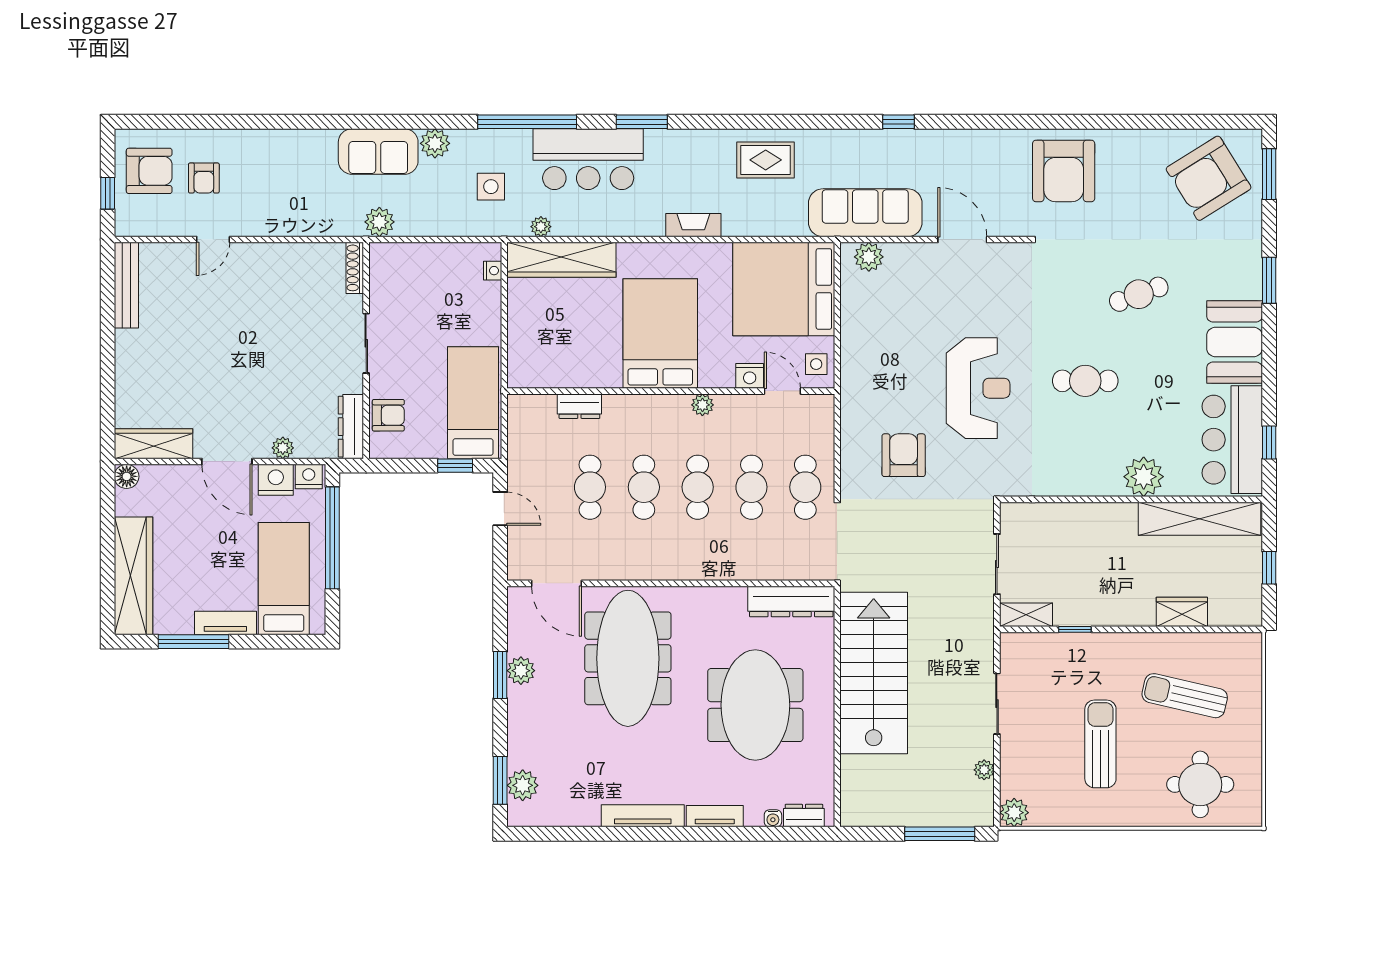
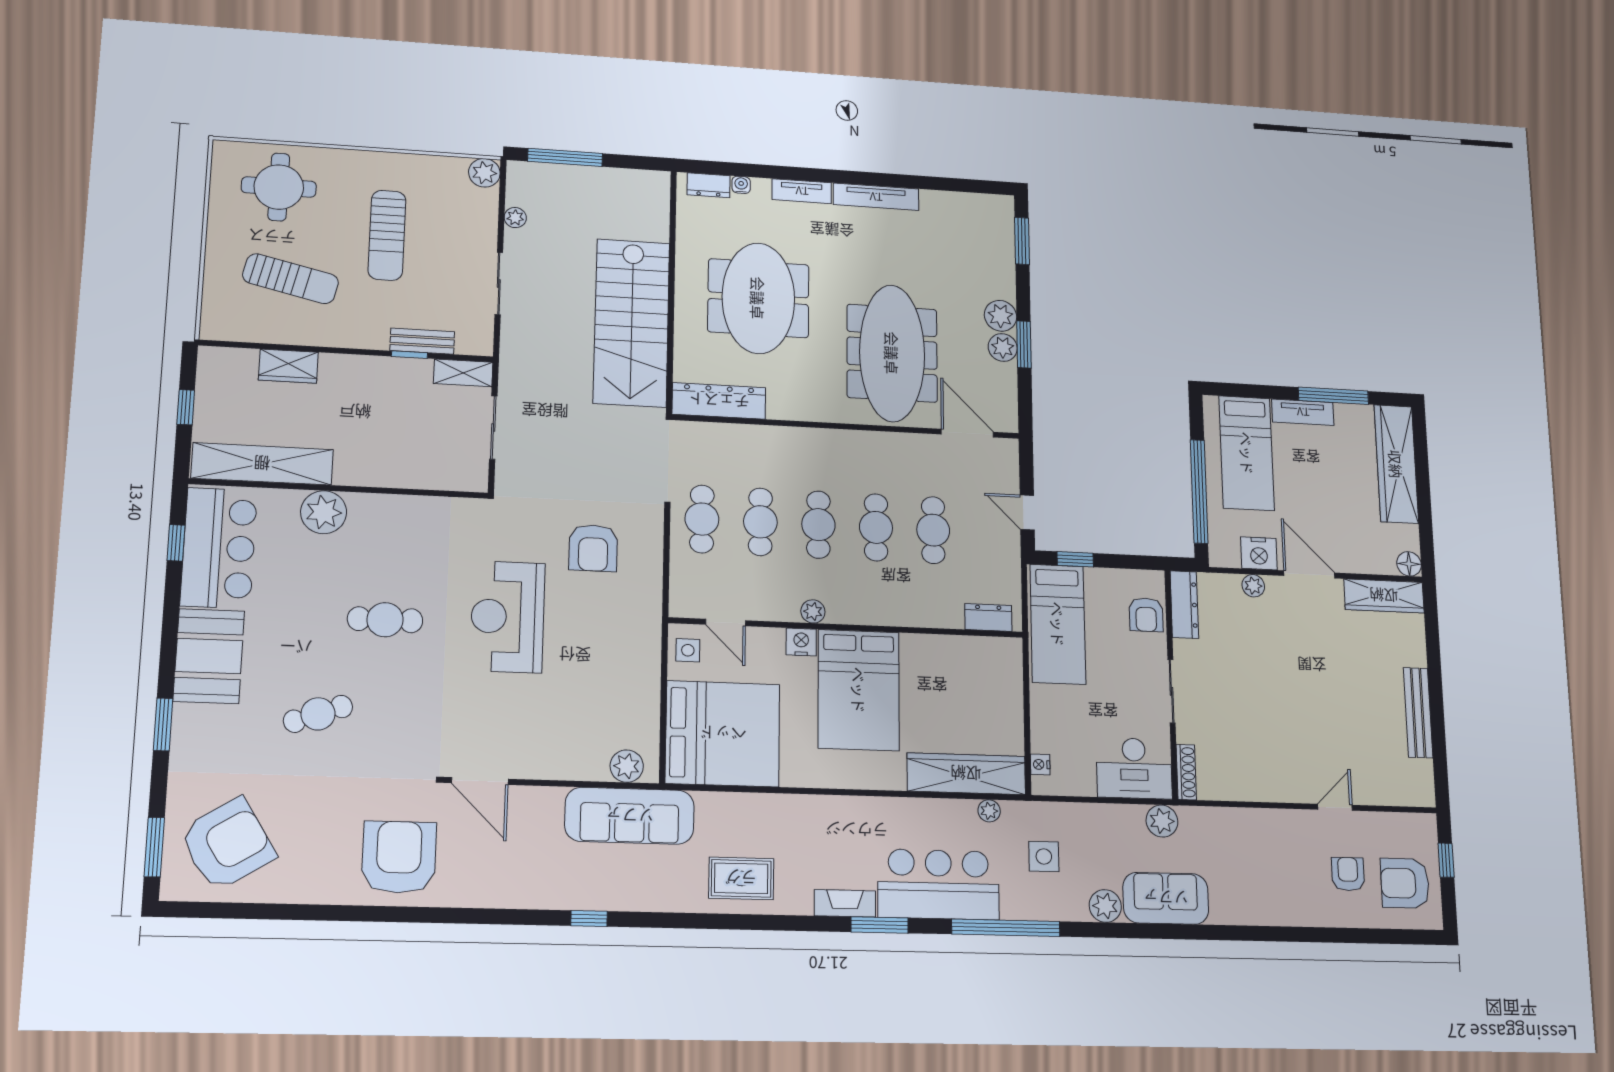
fireplace: (693, 225) -> (845, 903), moved, turned 180
door: (962, 240) -> (480, 781), moved
desk: (404, 270) -> (1134, 768), added
bench: (126, 285) -> (1418, 713), moved
nightstand: (750, 376) -> (801, 642), moved
dresser: (579, 406) -> (988, 617), moved
armchair: (388, 415) -> (1146, 615), turned -90
nightstand: (309, 477) -> (1226, 555), removed
bench: (1064, 643) -> (422, 341), added
plant: (523, 785) -> (1001, 316), moved

